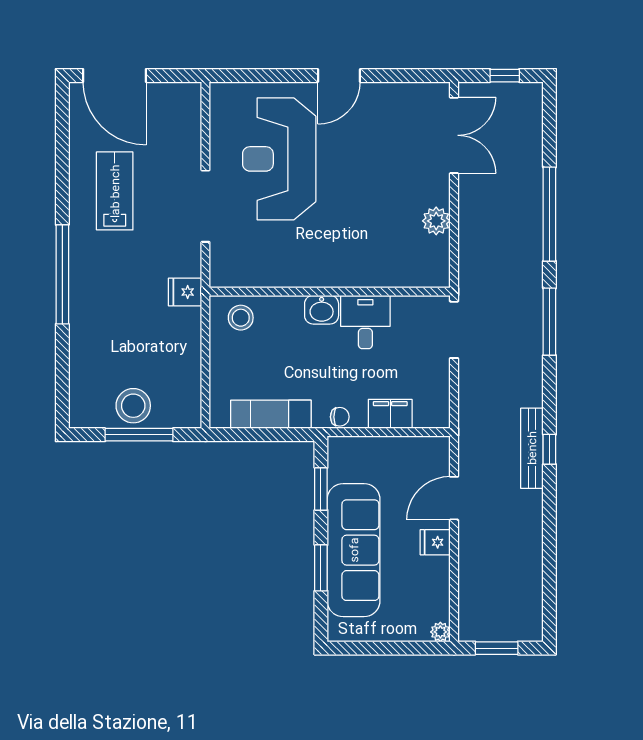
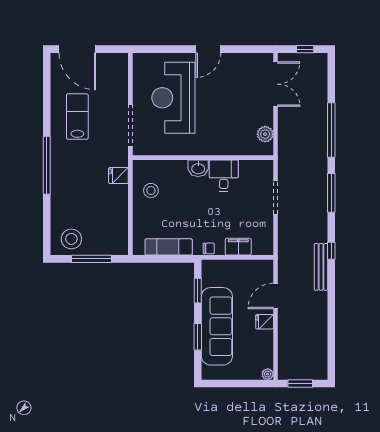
wall: (330, 292) -> (203, 158), moved
washbasin: (322, 310) -> (198, 168), moved
desk: (365, 322) -> (224, 175), moved
stool: (133, 406) -> (71, 239), moved
window: (549, 449) -> (331, 251), moved

